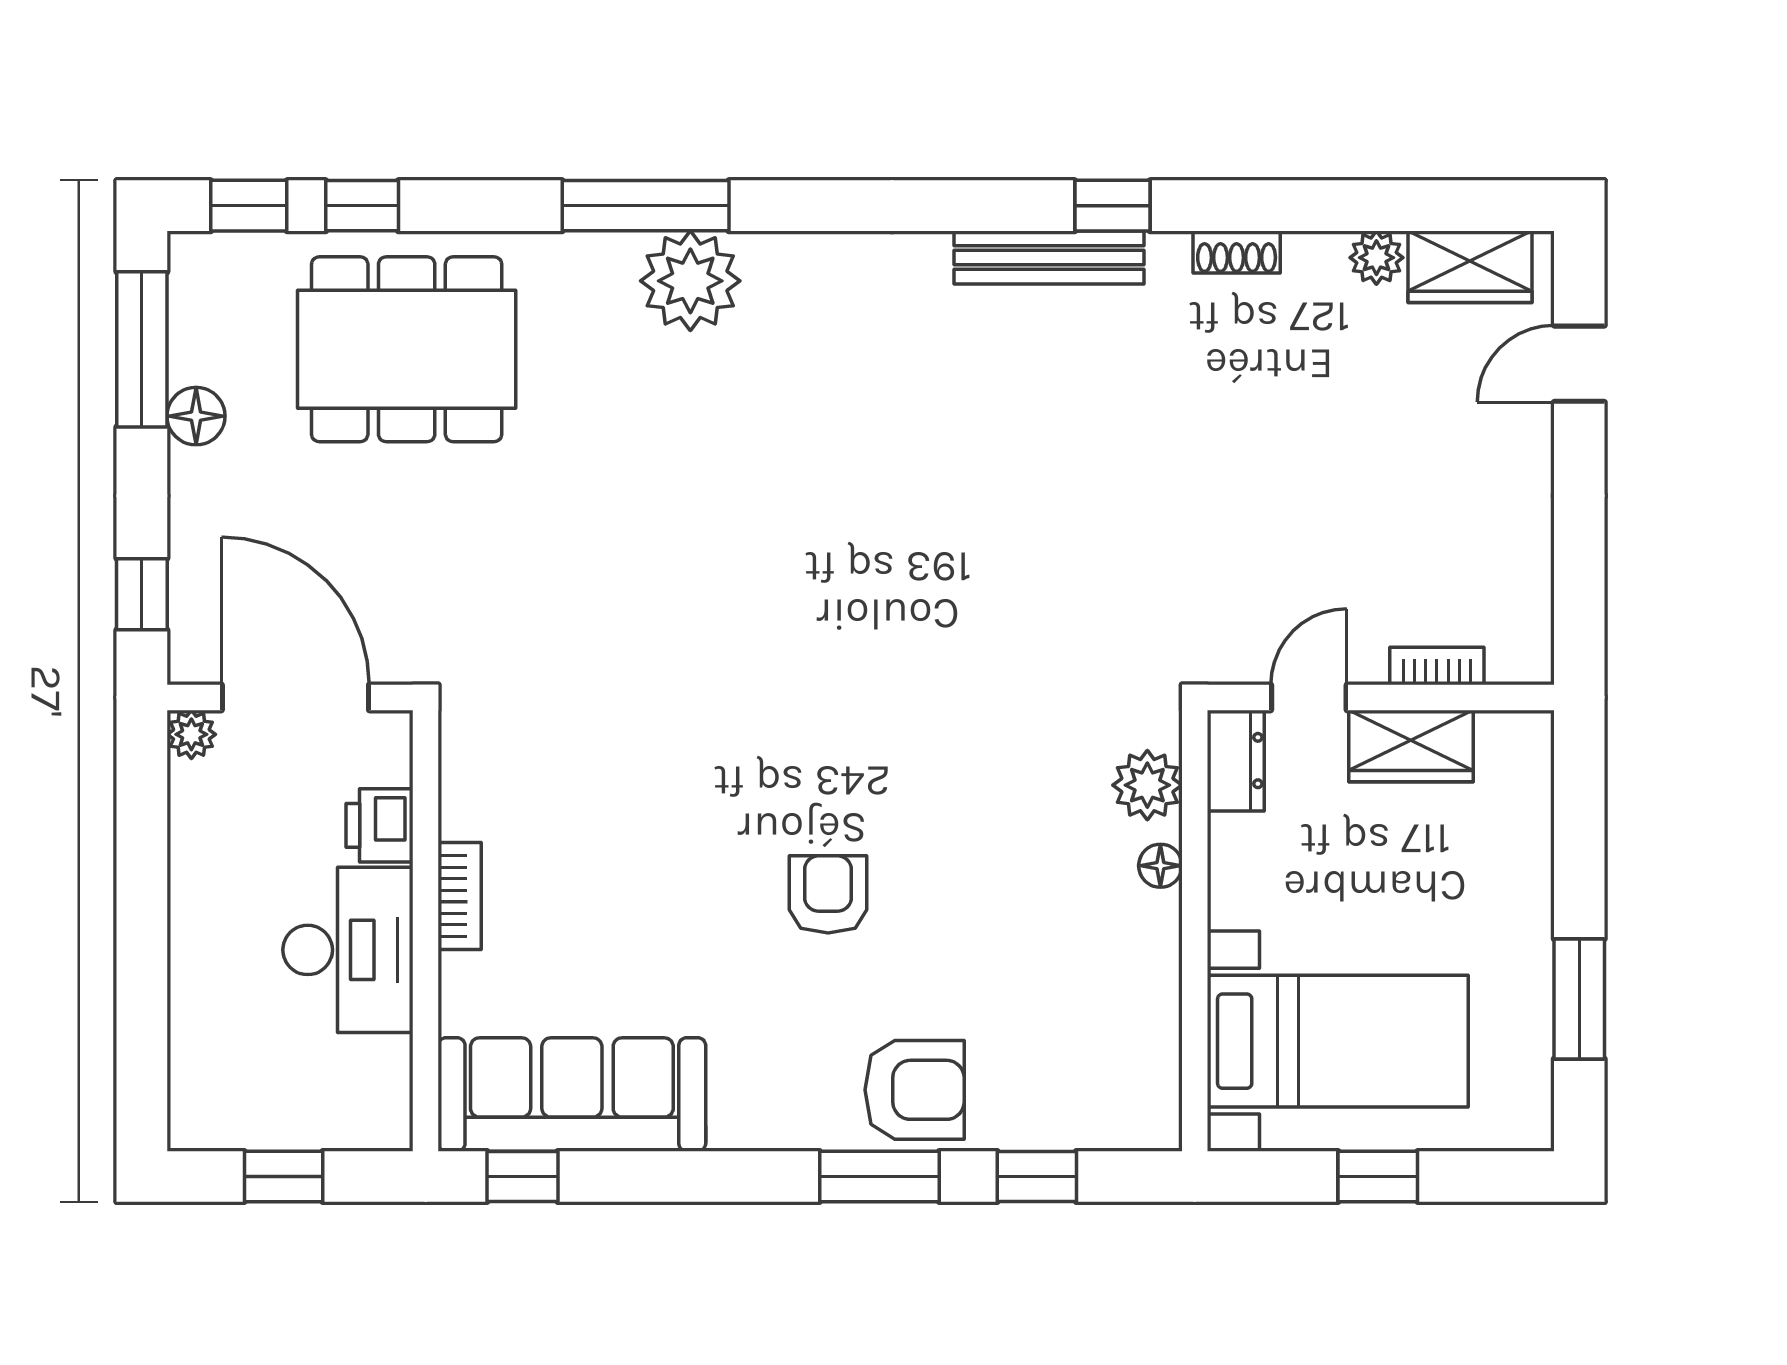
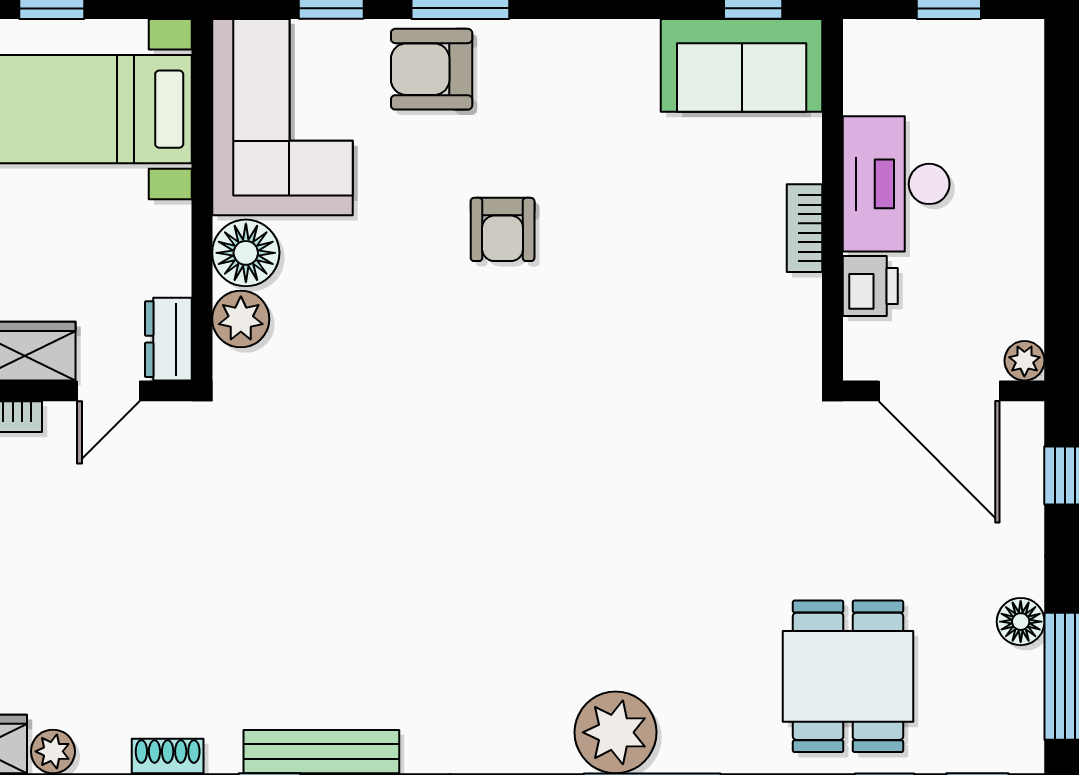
dining table: (407, 349) -> (848, 676), width x0.73
floor lamp: (1160, 866) -> (246, 253), width x1.89, depth x1.89
corner sofa: (1097, 1031) -> (282, 117), added
sofa: (572, 1094) -> (742, 65), width x0.73

